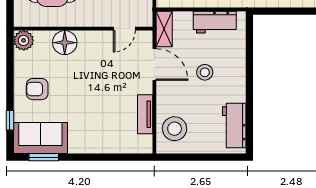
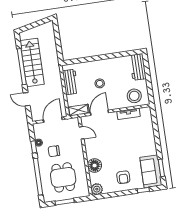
workbench: (234, 125) -> (138, 67), moved, turned 90

